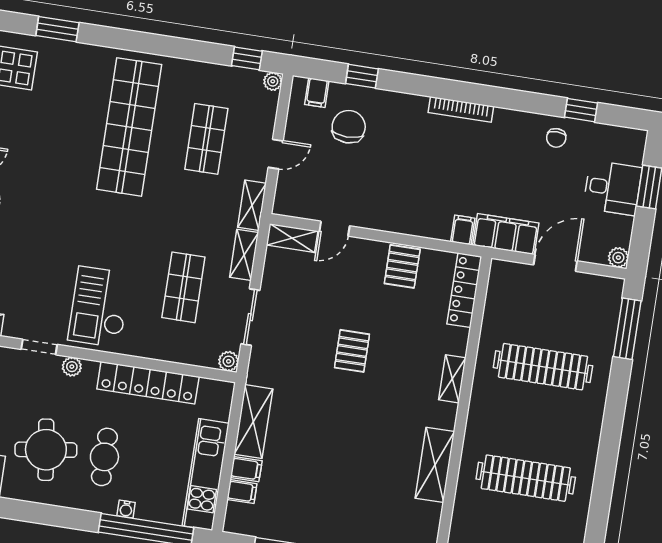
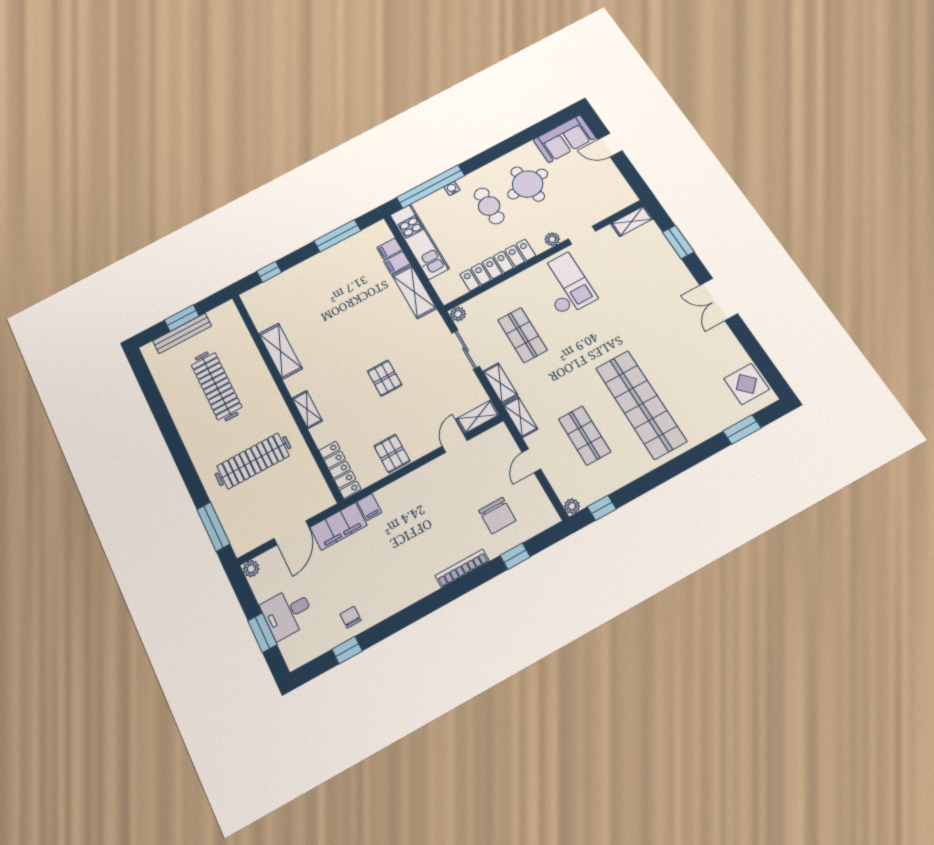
filing cabinet: (317, 93) -> (537, 522), removed
bookcase: (461, 109) -> (462, 568), moved
clothes rail: (526, 478) -> (216, 386), turned 90

